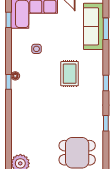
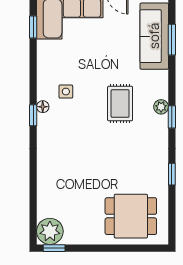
side table: (36, 49) -> (66, 92), moved
plant: (98, 76) -> (161, 107), added

